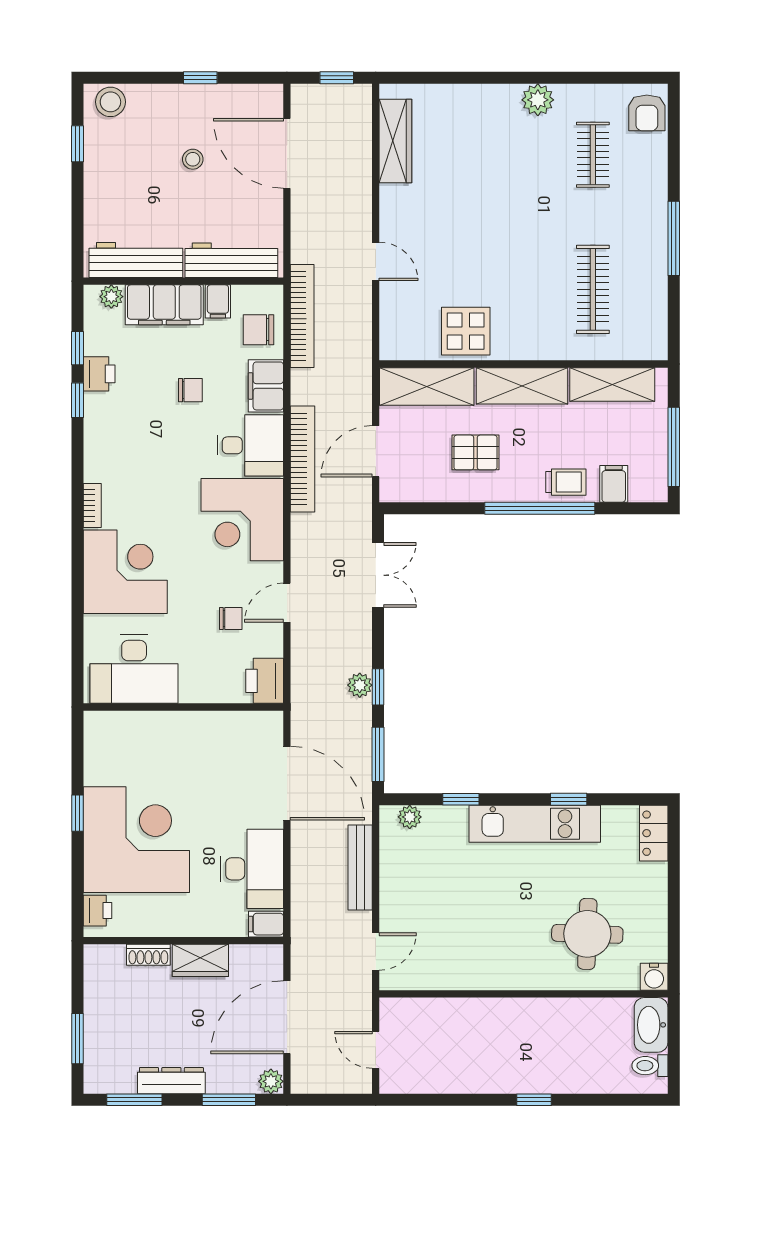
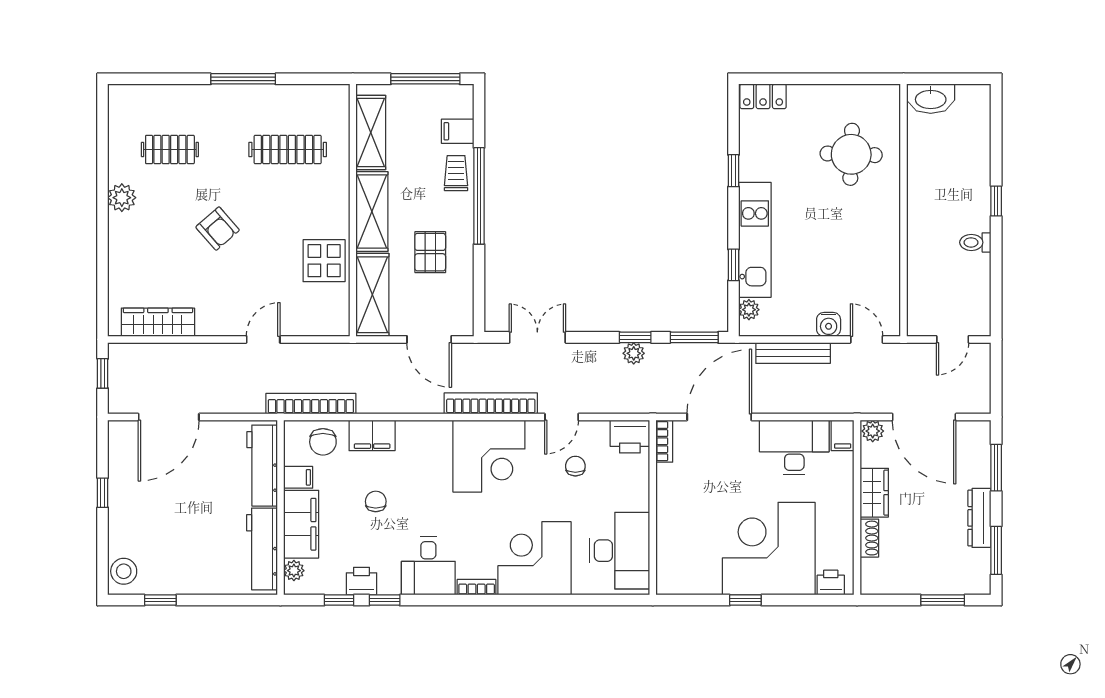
armchair: (647, 113) -> (218, 229), moved, turned 49
stool: (193, 159) -> (174, 499), removed
desk: (250, 445) -> (428, 566), moved, turned 180
bookcase: (303, 459) -> (491, 403), moved
door: (287, 603) -> (562, 417), hinge flipped
bookcase: (259, 720) -> (664, 441), added
kitchen unit: (535, 824) -> (755, 240), moved
water cooler: (654, 977) -> (829, 324), moved, turned 90
toilet: (650, 1066) -> (975, 242), moved, turned 90
plant: (271, 1081) -> (873, 431), moved

